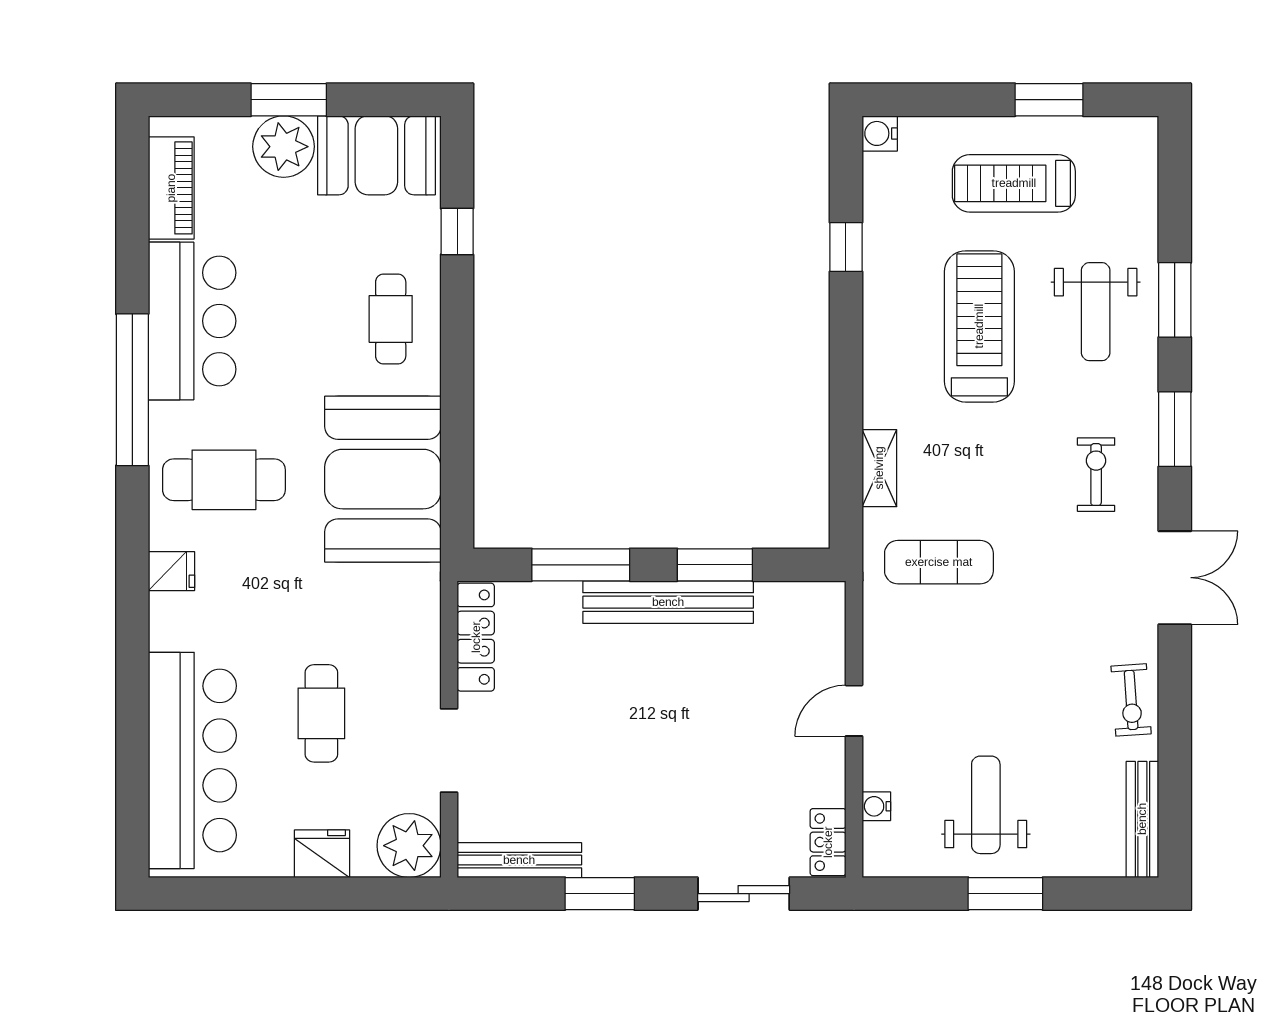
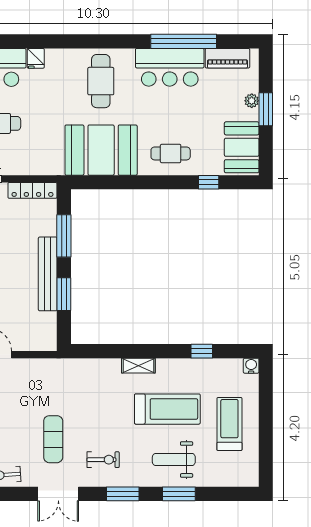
window: (1049, 100) -> (266, 439), removed
plant: (284, 147) -> (252, 101), width x0.53, depth x0.53
window: (132, 390) -> (184, 41), moved
shelving: (879, 468) -> (138, 366), moved
exercise mat: (939, 562) -> (53, 439), moved
fridge: (172, 571) -> (36, 58), moved

